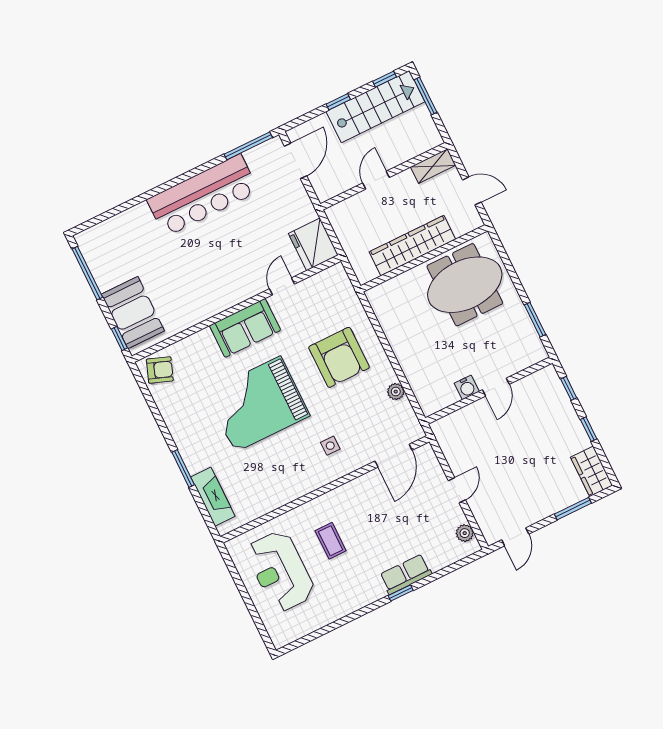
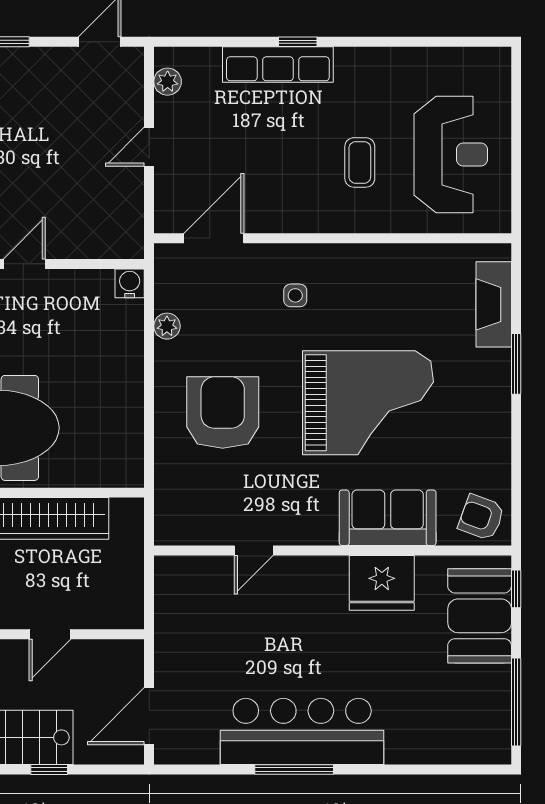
window: (248, 146) -> (294, 769), moved
fridge: (313, 244) -> (382, 583), moved, turned 90
sofa: (245, 328) -> (388, 518), moved
water cooler: (467, 387) -> (130, 283), moved
row of seats: (406, 574) -> (278, 64), width x1.48

